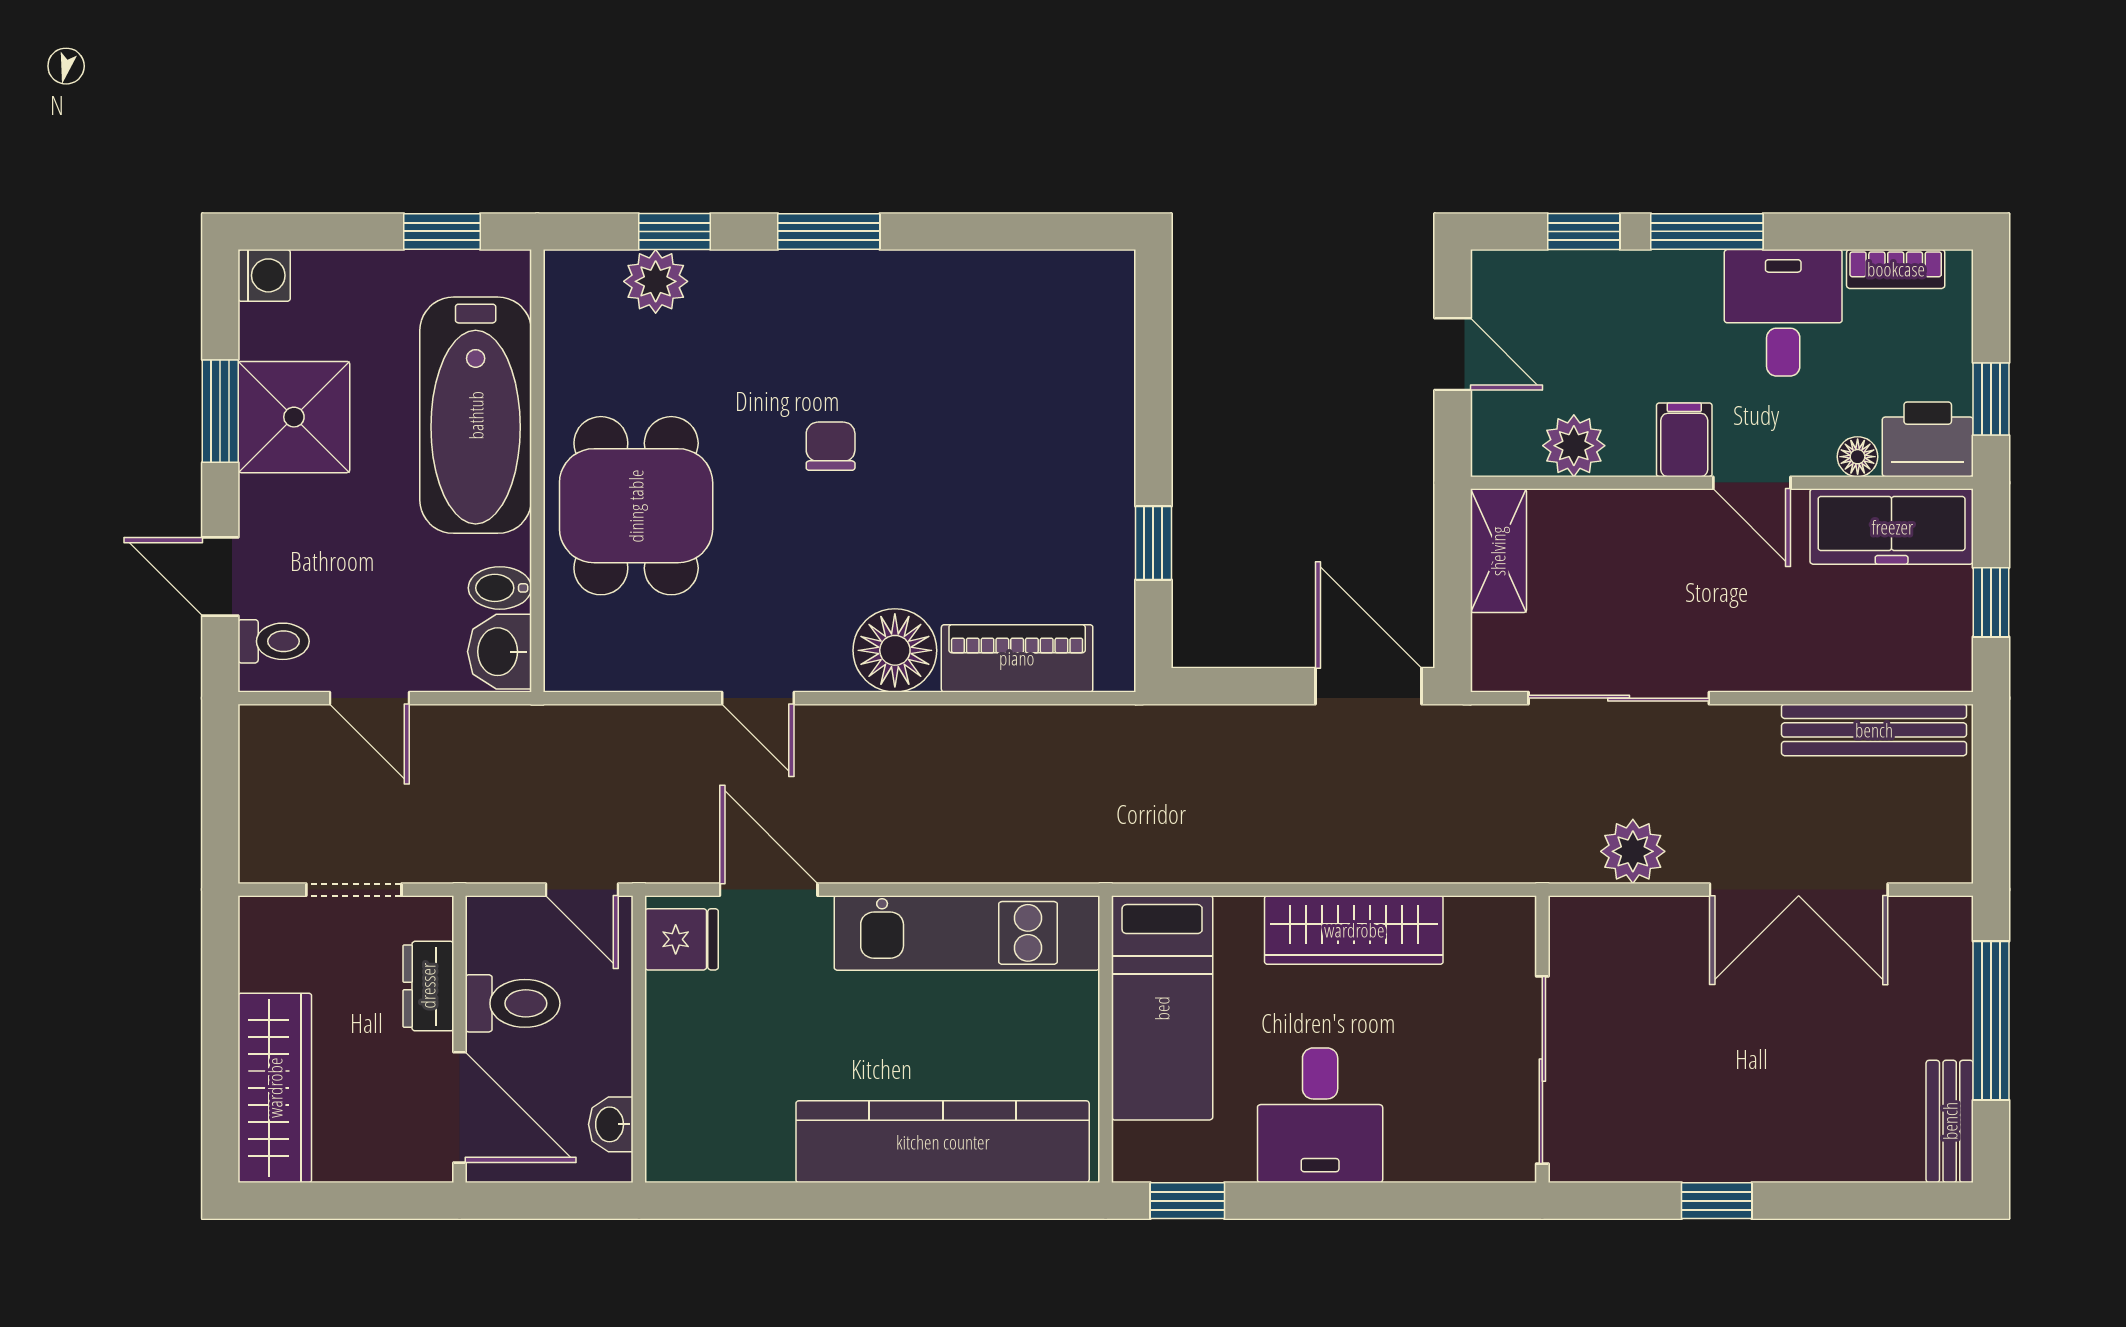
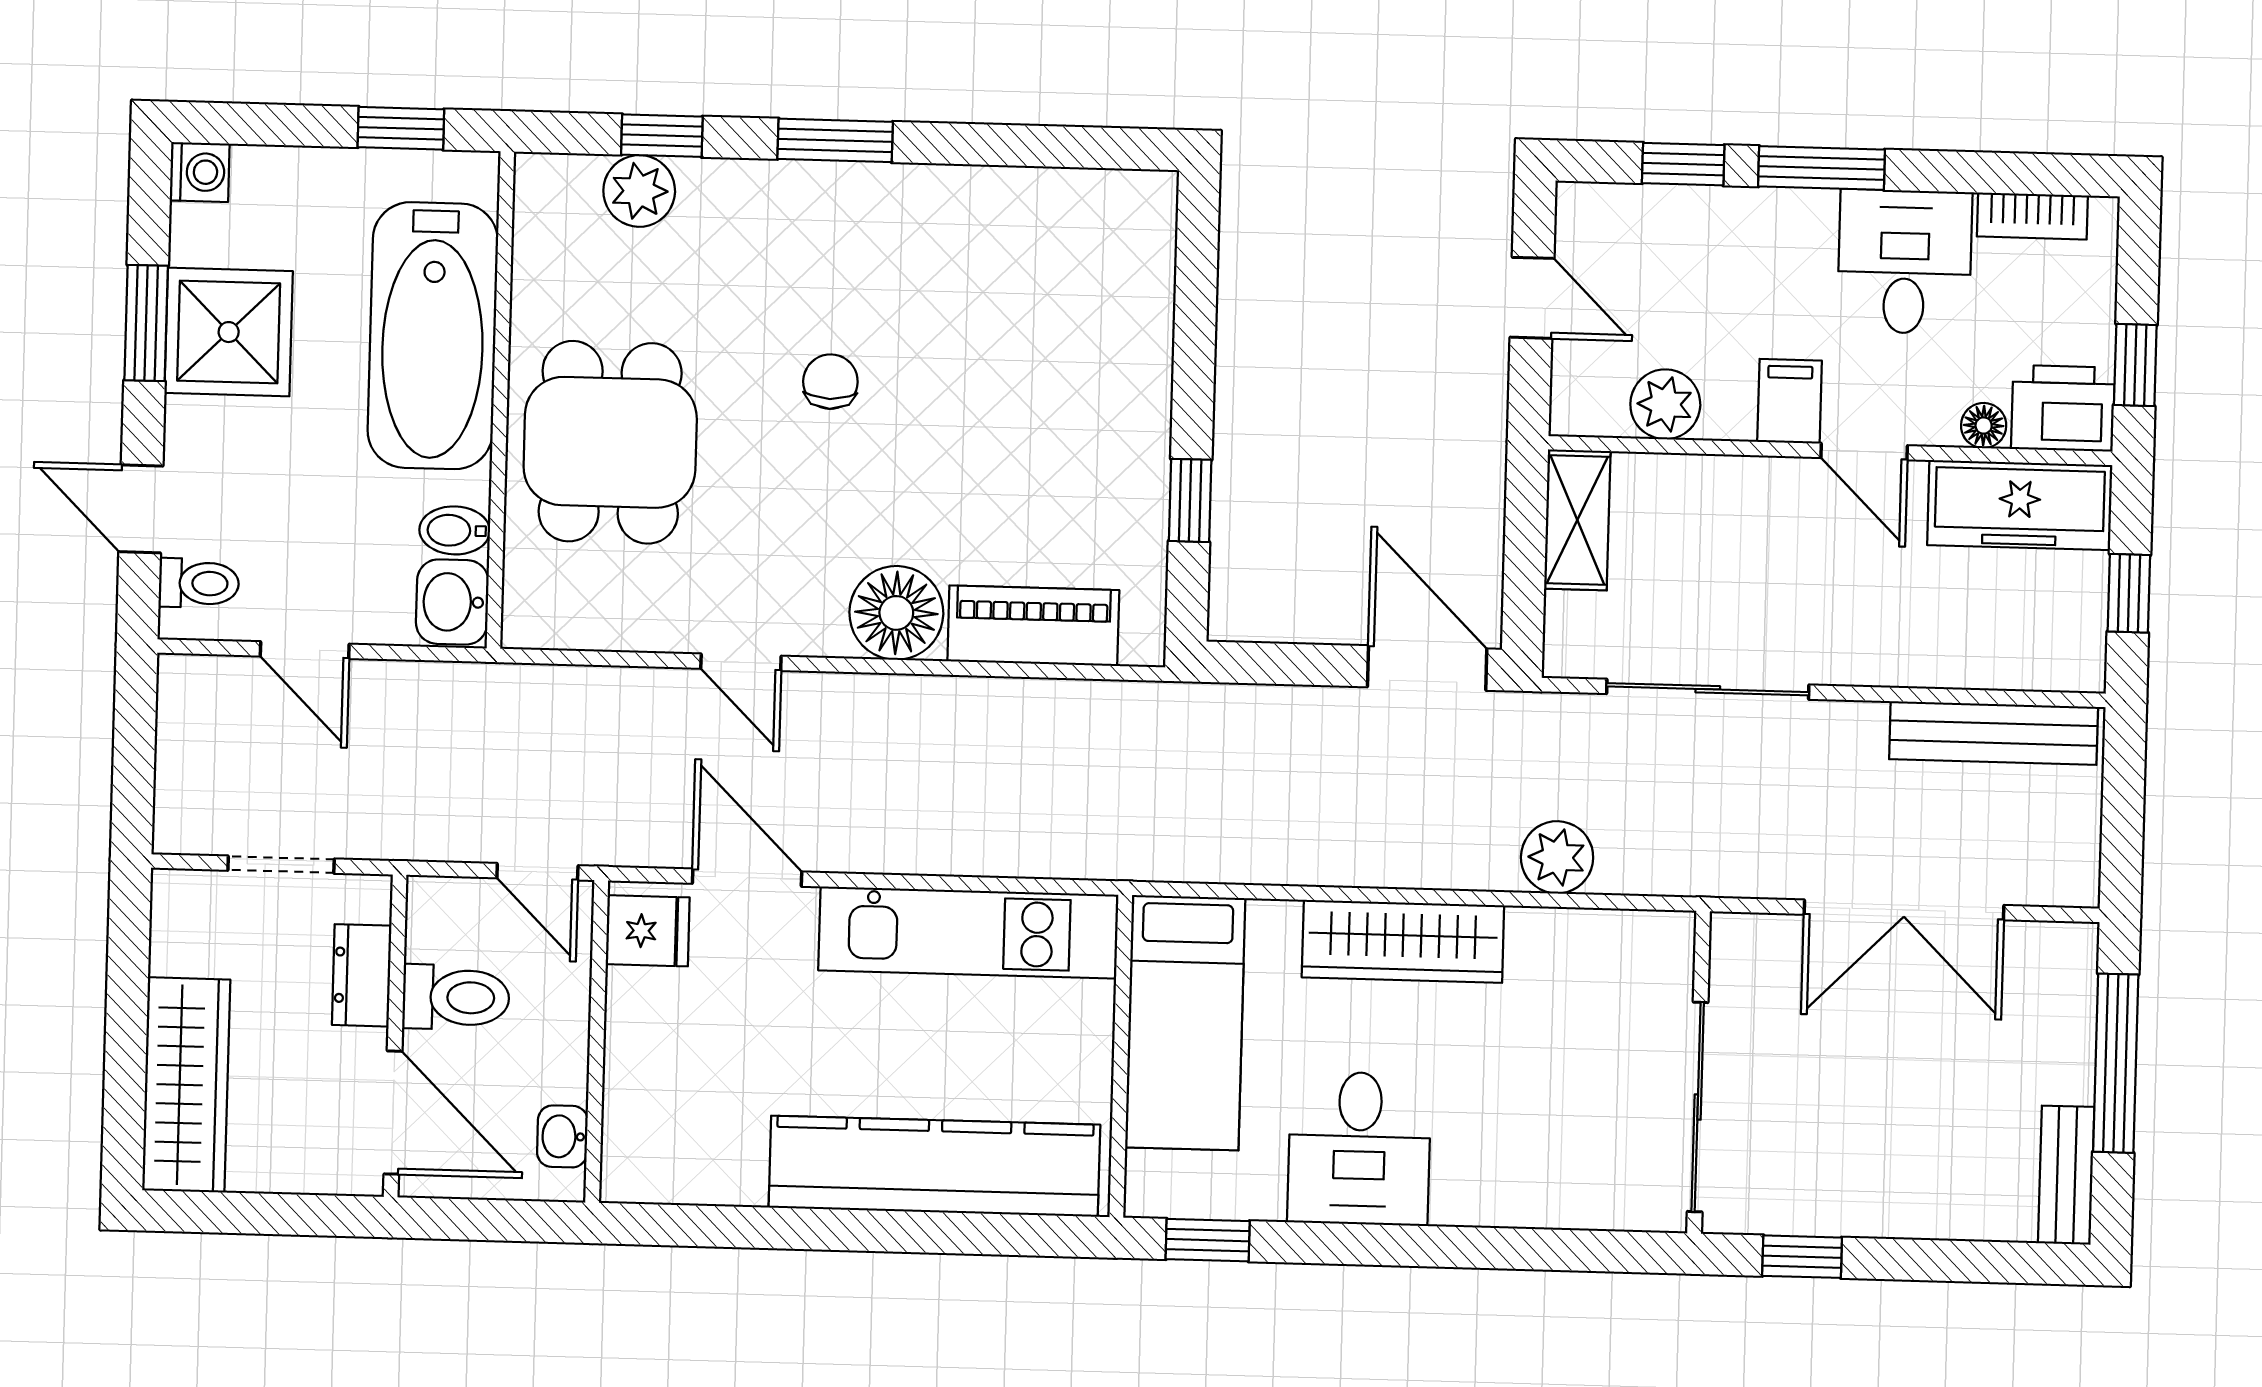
plant: (1633, 851) -> (1557, 857), moved
wall: (1542, 1039) -> (1699, 1072), moved
sliding door: (1542, 1070) -> (1698, 1107), moved

